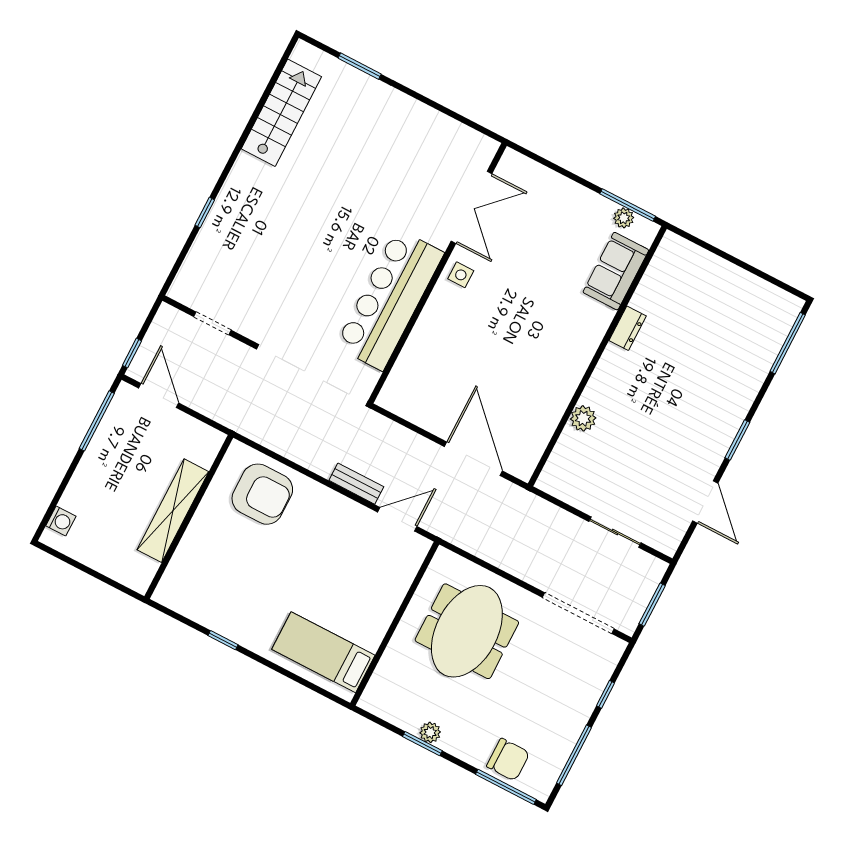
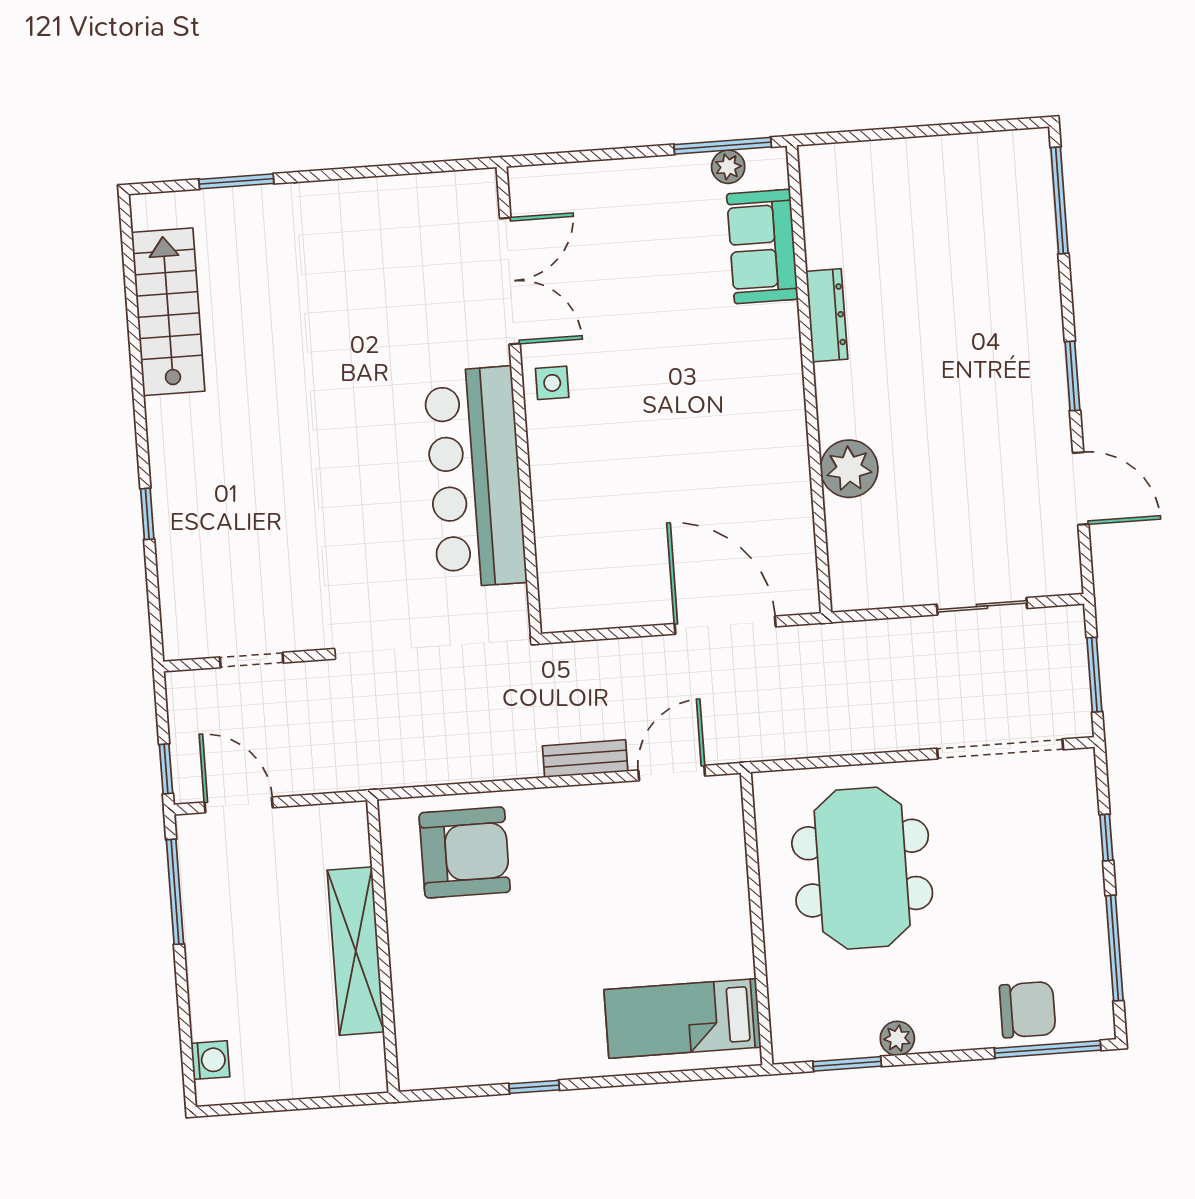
dresser: (628, 328) -> (827, 315), width x1.44
plant: (583, 418) -> (849, 469), width x1.36, depth x1.36
window: (422, 744) -> (847, 1064), moved

